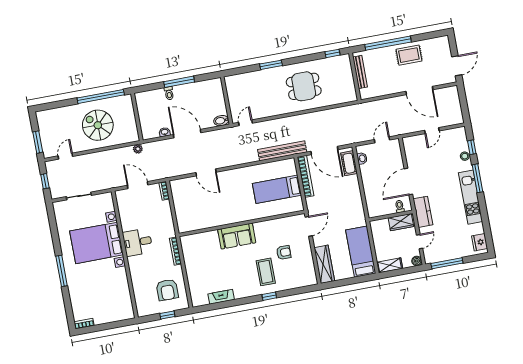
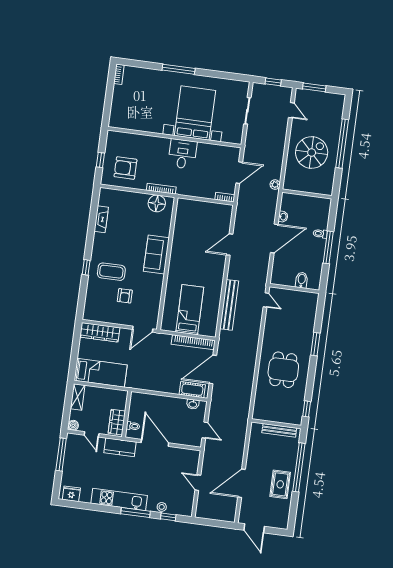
window: (101, 96) -> (342, 144), moved
bidet: (221, 121) -> (302, 280), moved
bench: (282, 151) -> (229, 305), moved
door: (309, 226) -> (143, 329), hinge flipped
floor lamp: (190, 251) -> (157, 203), added

